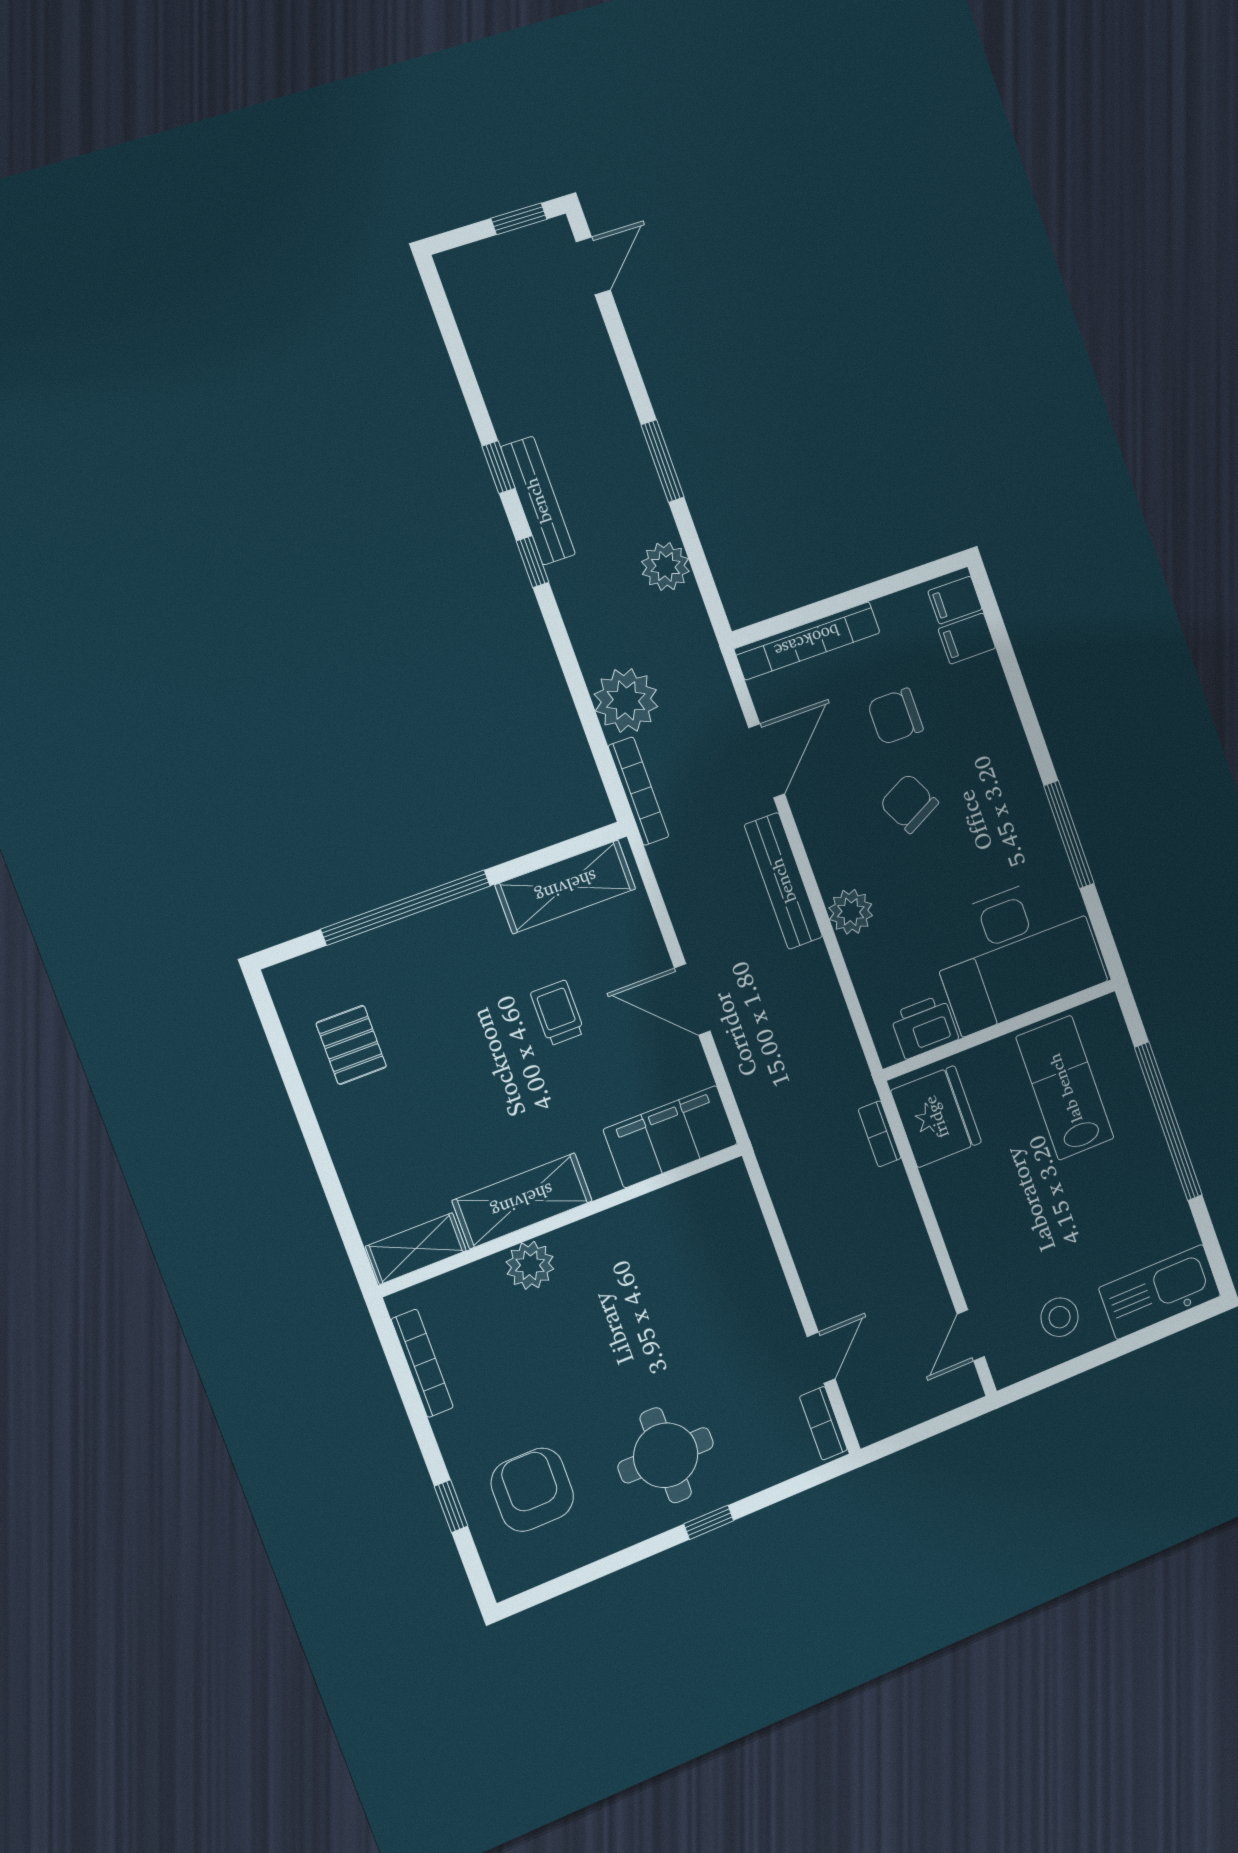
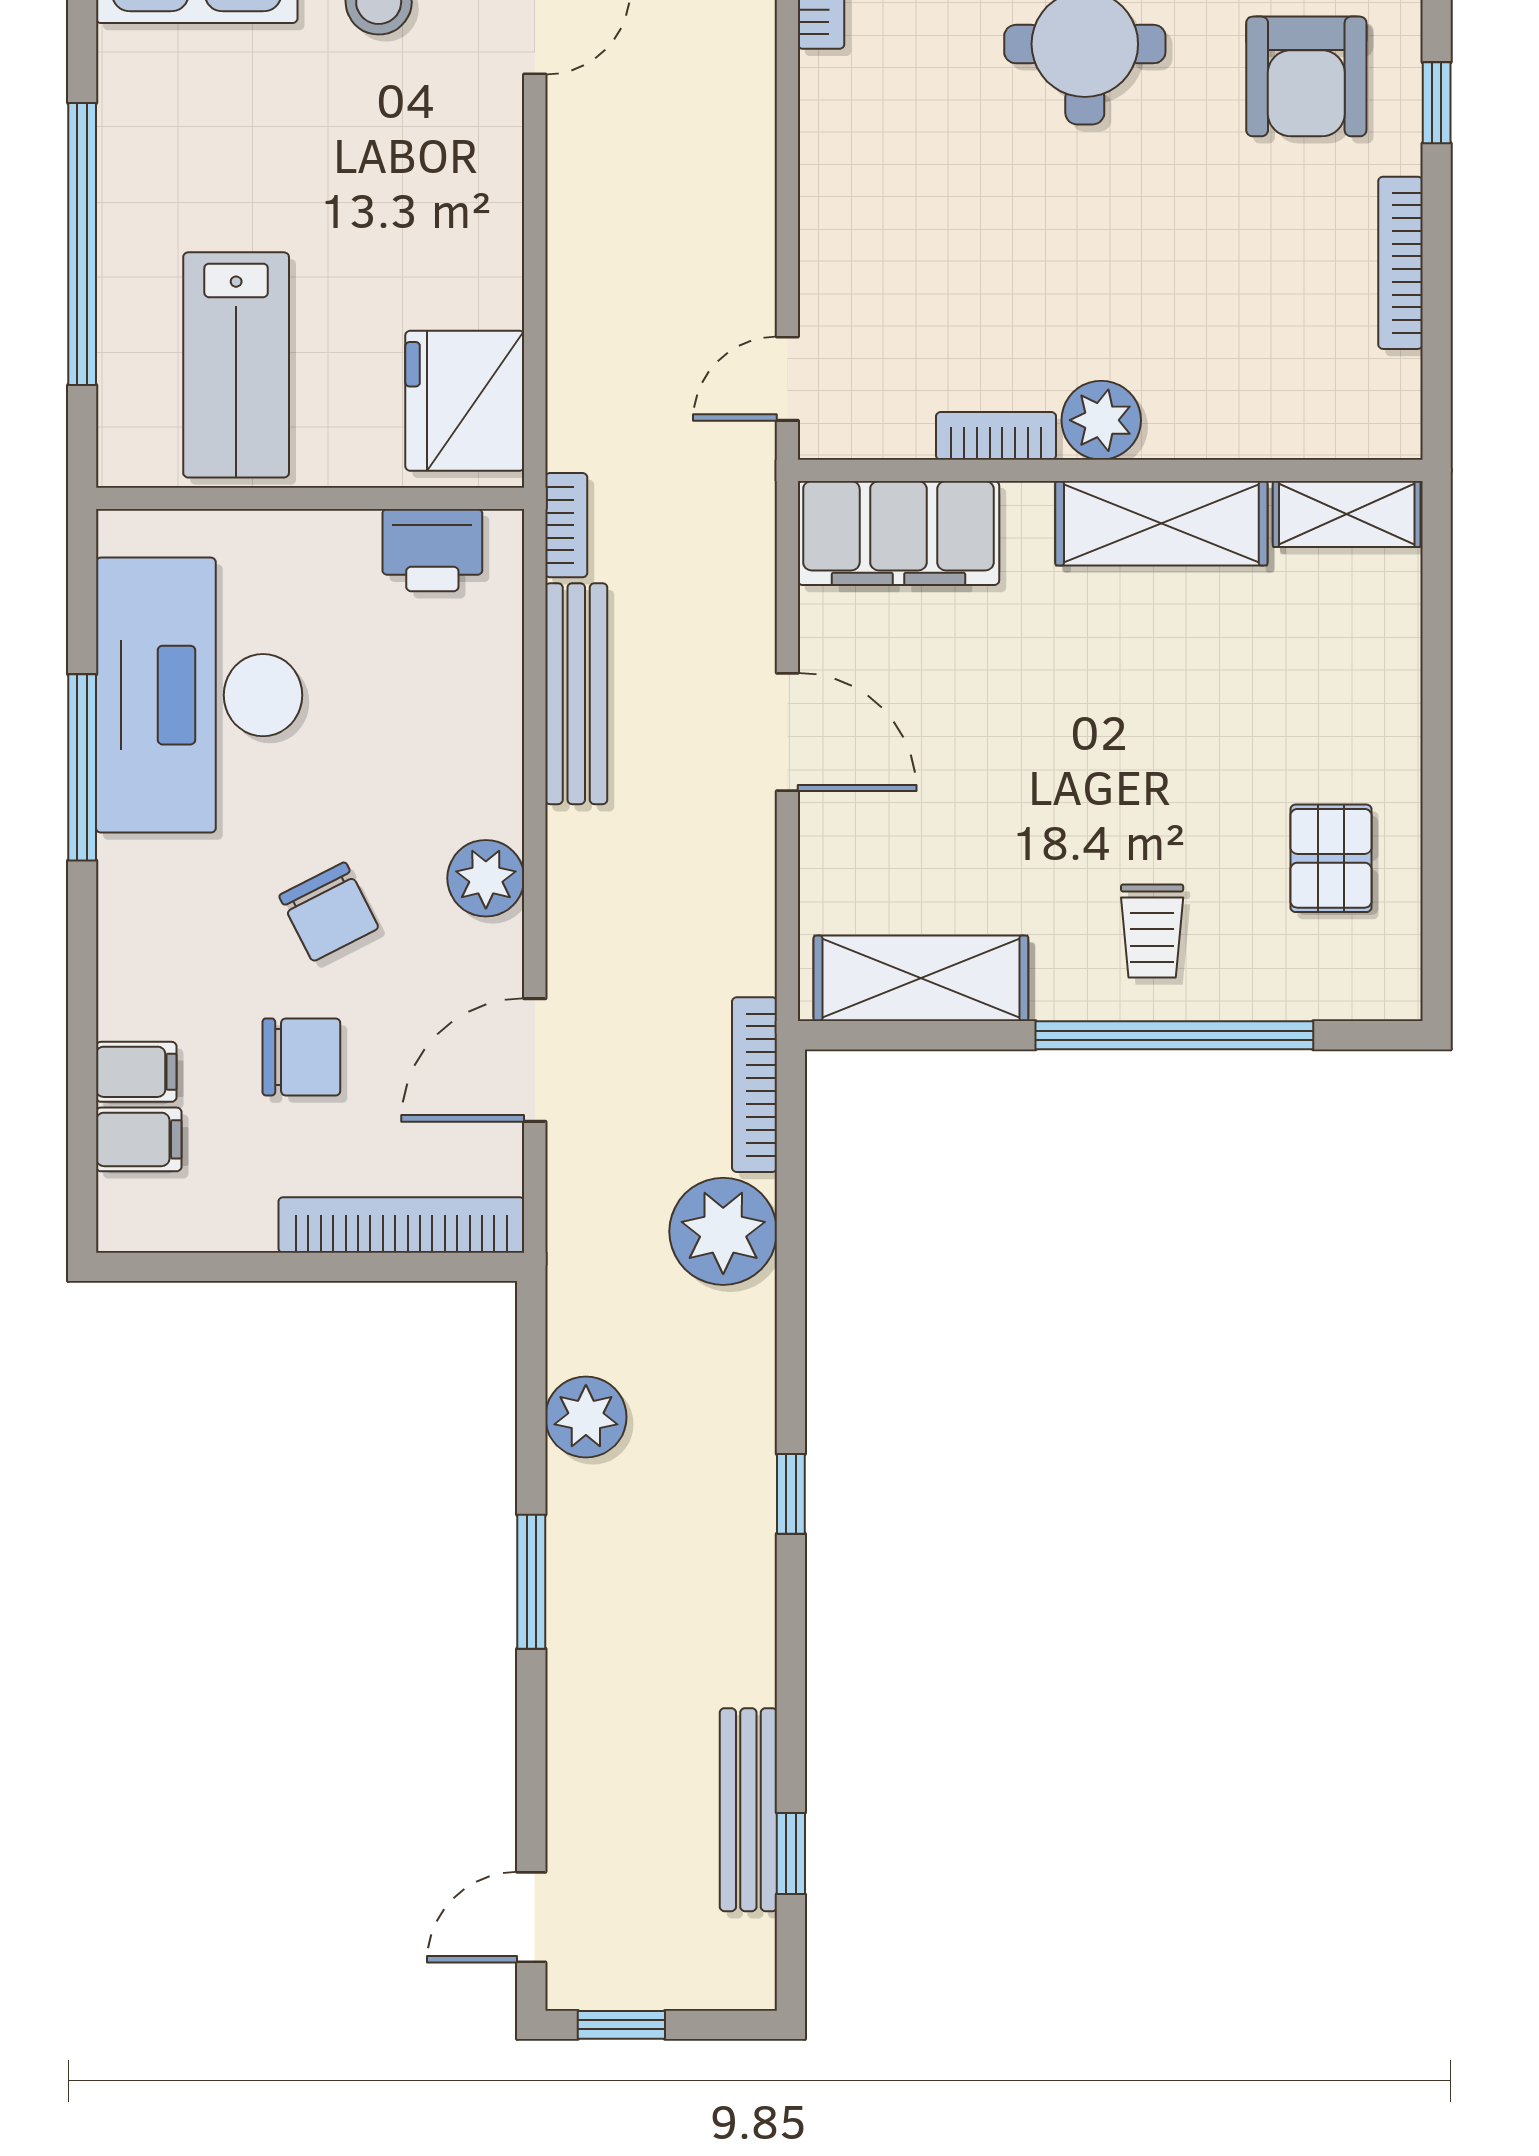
window: (499, 467) -> (791, 1853), moved
bench: (538, 501) -> (748, 1810), moved
filing cabinet: (955, 600) -> (136, 1072), moved
bench: (783, 881) -> (576, 694), moved
plant: (851, 912) -> (486, 878), moved
desk: (1016, 952) -> (199, 695), moved, turned -90
trolley: (558, 1013) -> (1152, 931), moved
bookcase: (880, 1134) -> (566, 525), moved
bookcase: (635, 1213) -> (996, 436), added
plant: (530, 1265) -> (1101, 420), moved
door: (821, 1358) -> (787, 379), moved
bookcase: (422, 1363) -> (1400, 263), moved

